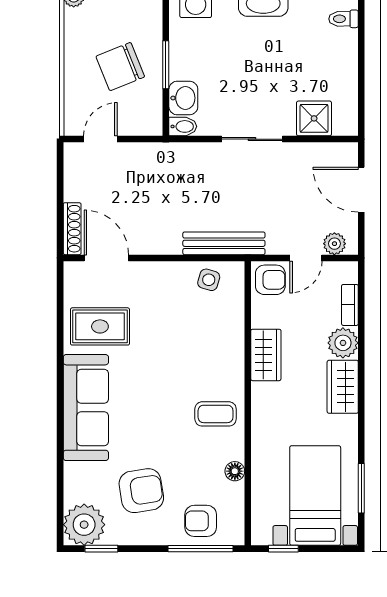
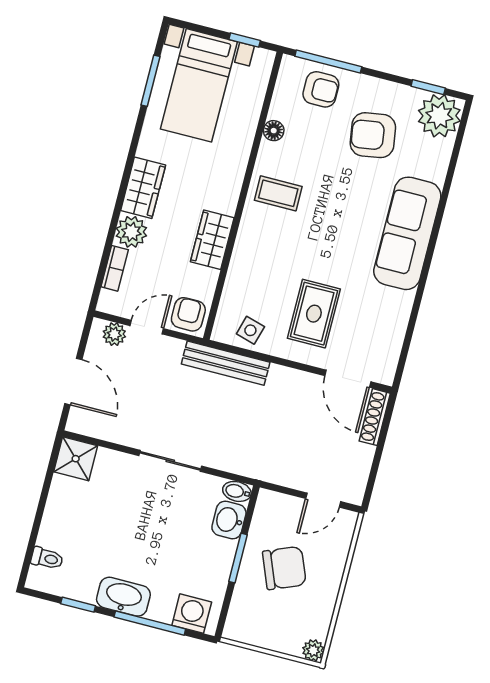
shower: (314, 118) -> (76, 459), moved
armchair: (270, 280) -> (188, 314), turned 90
rug: (100, 326) -> (314, 314), moved, turned 90

